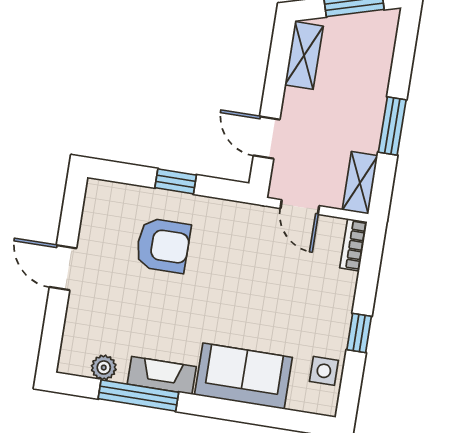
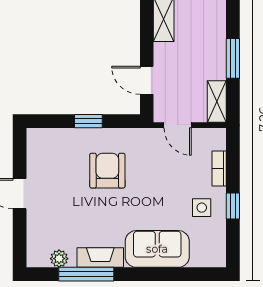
armchair: (163, 245) -> (107, 171), moved, turned -90
bookcase: (353, 245) -> (219, 168), moved
side table: (324, 371) -> (202, 208), moved

